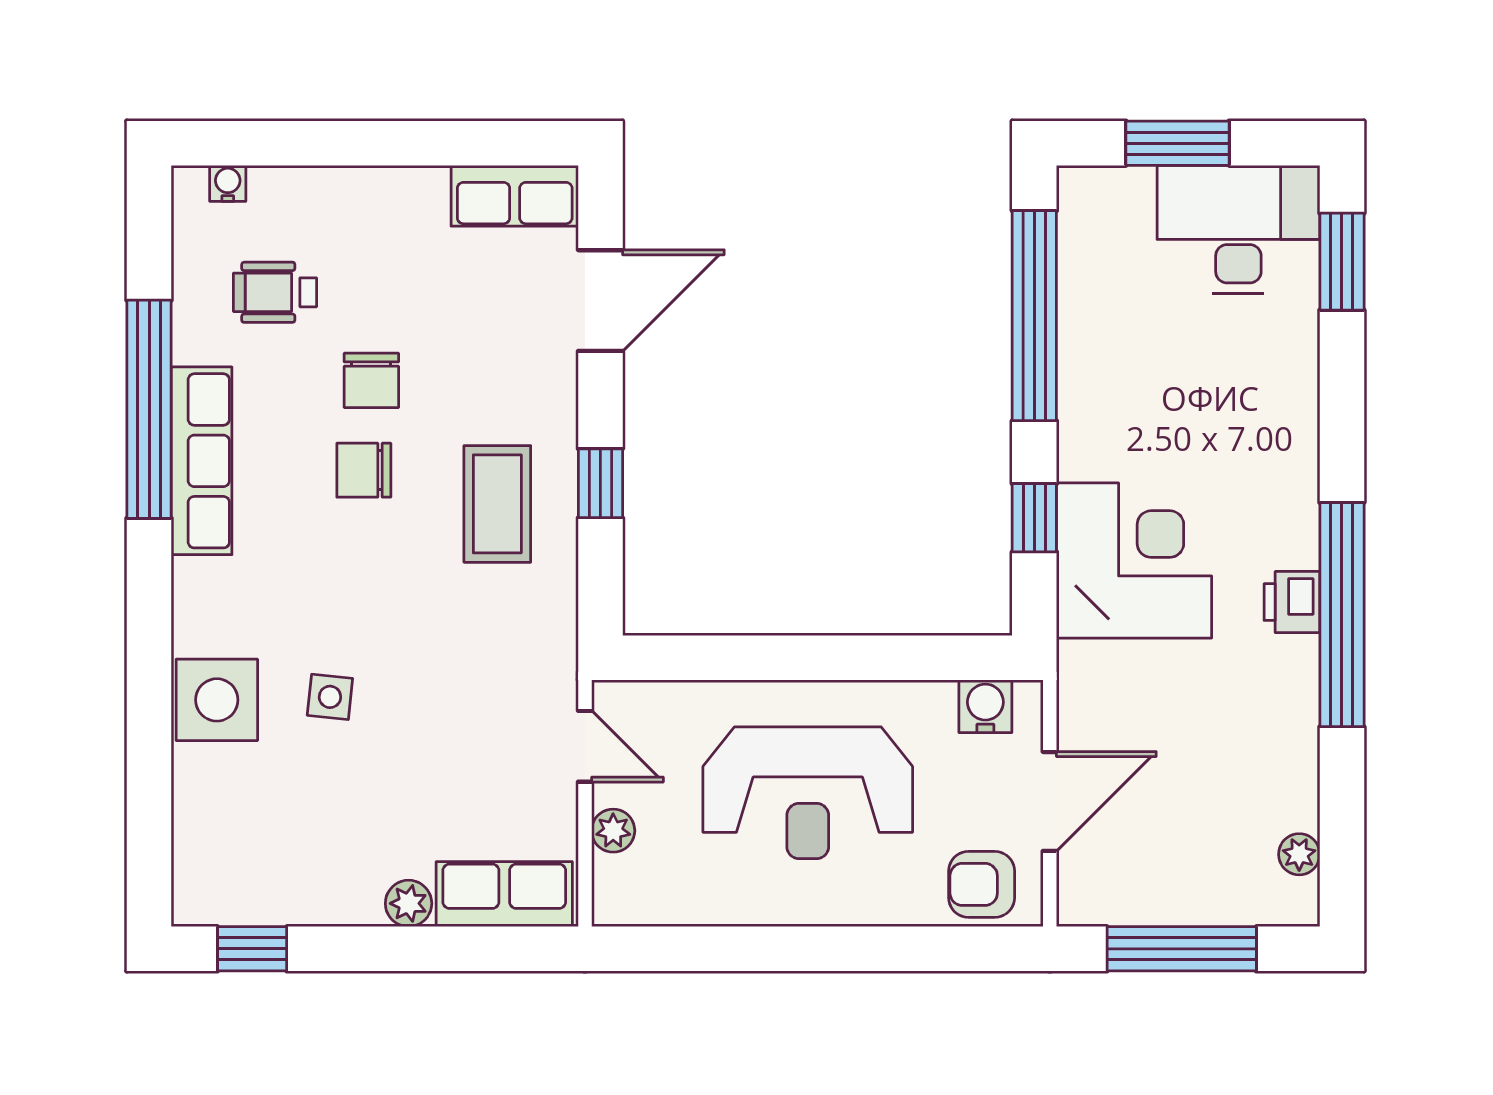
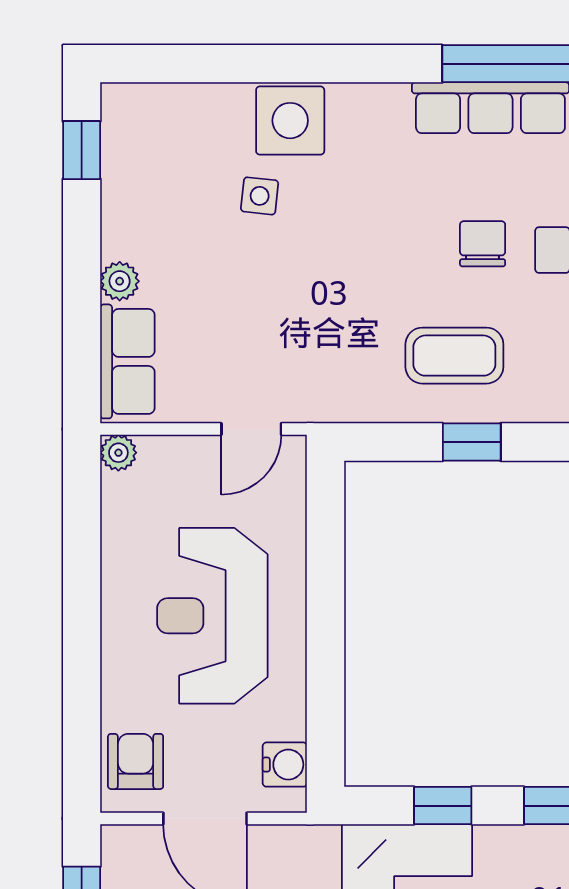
side table: (330, 697) -> (260, 196), moved
plant: (613, 831) -> (118, 453), moved

